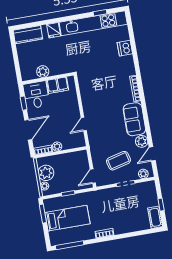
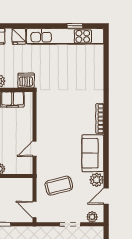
dishwasher: (125, 48) -> (26, 80), moved, turned 90
coffee table: (118, 161) -> (59, 186), moved
door: (93, 176) -> (34, 210), hinge flipped

